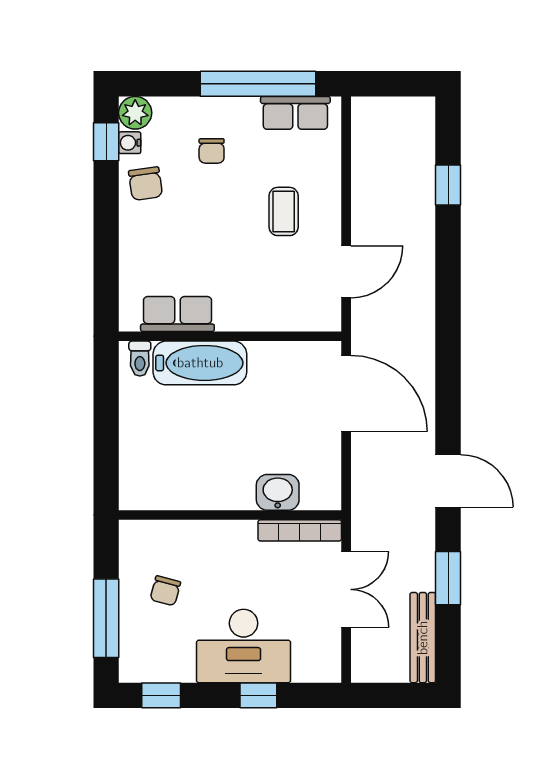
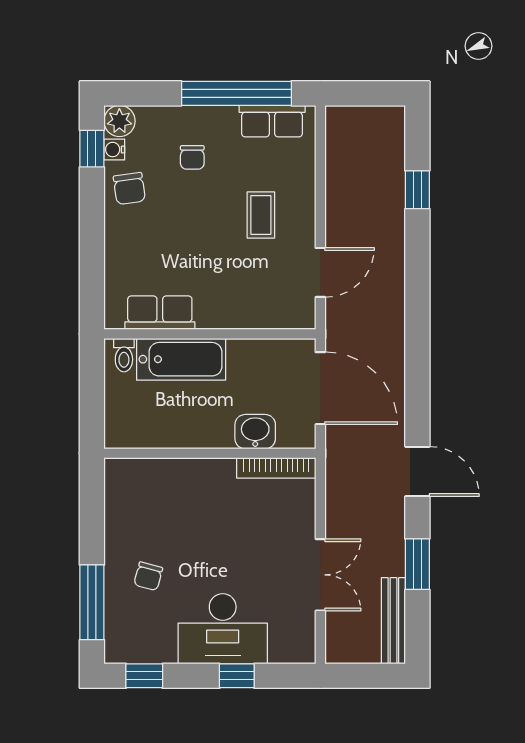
washbasin: (278, 492) -> (255, 432), moved
wall: (230, 515) -> (210, 453), moved
bookcase: (300, 530) -> (276, 468), moved

